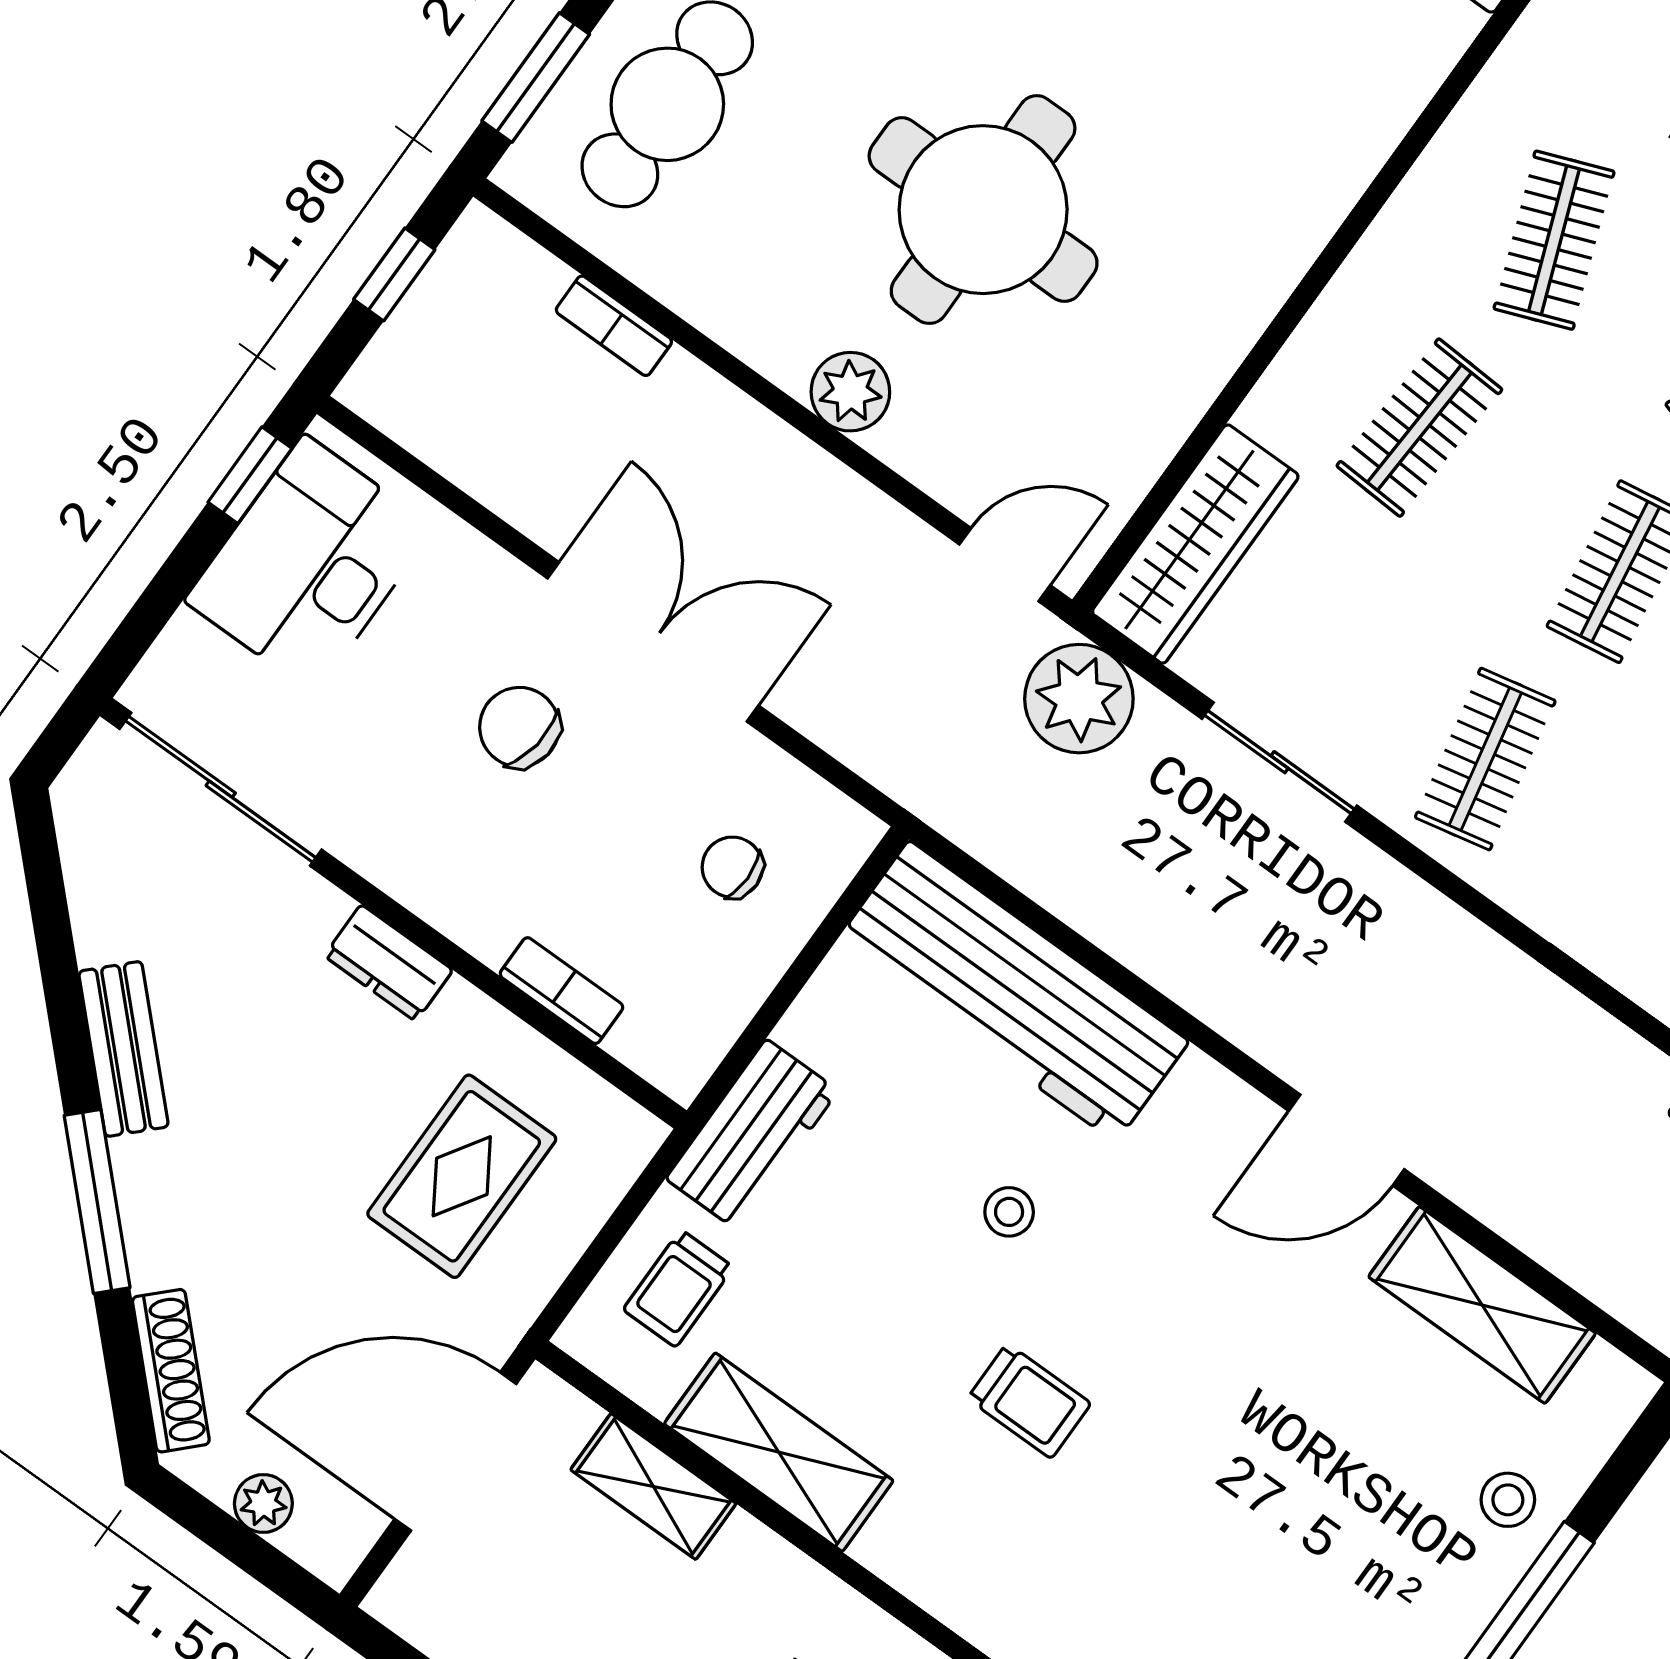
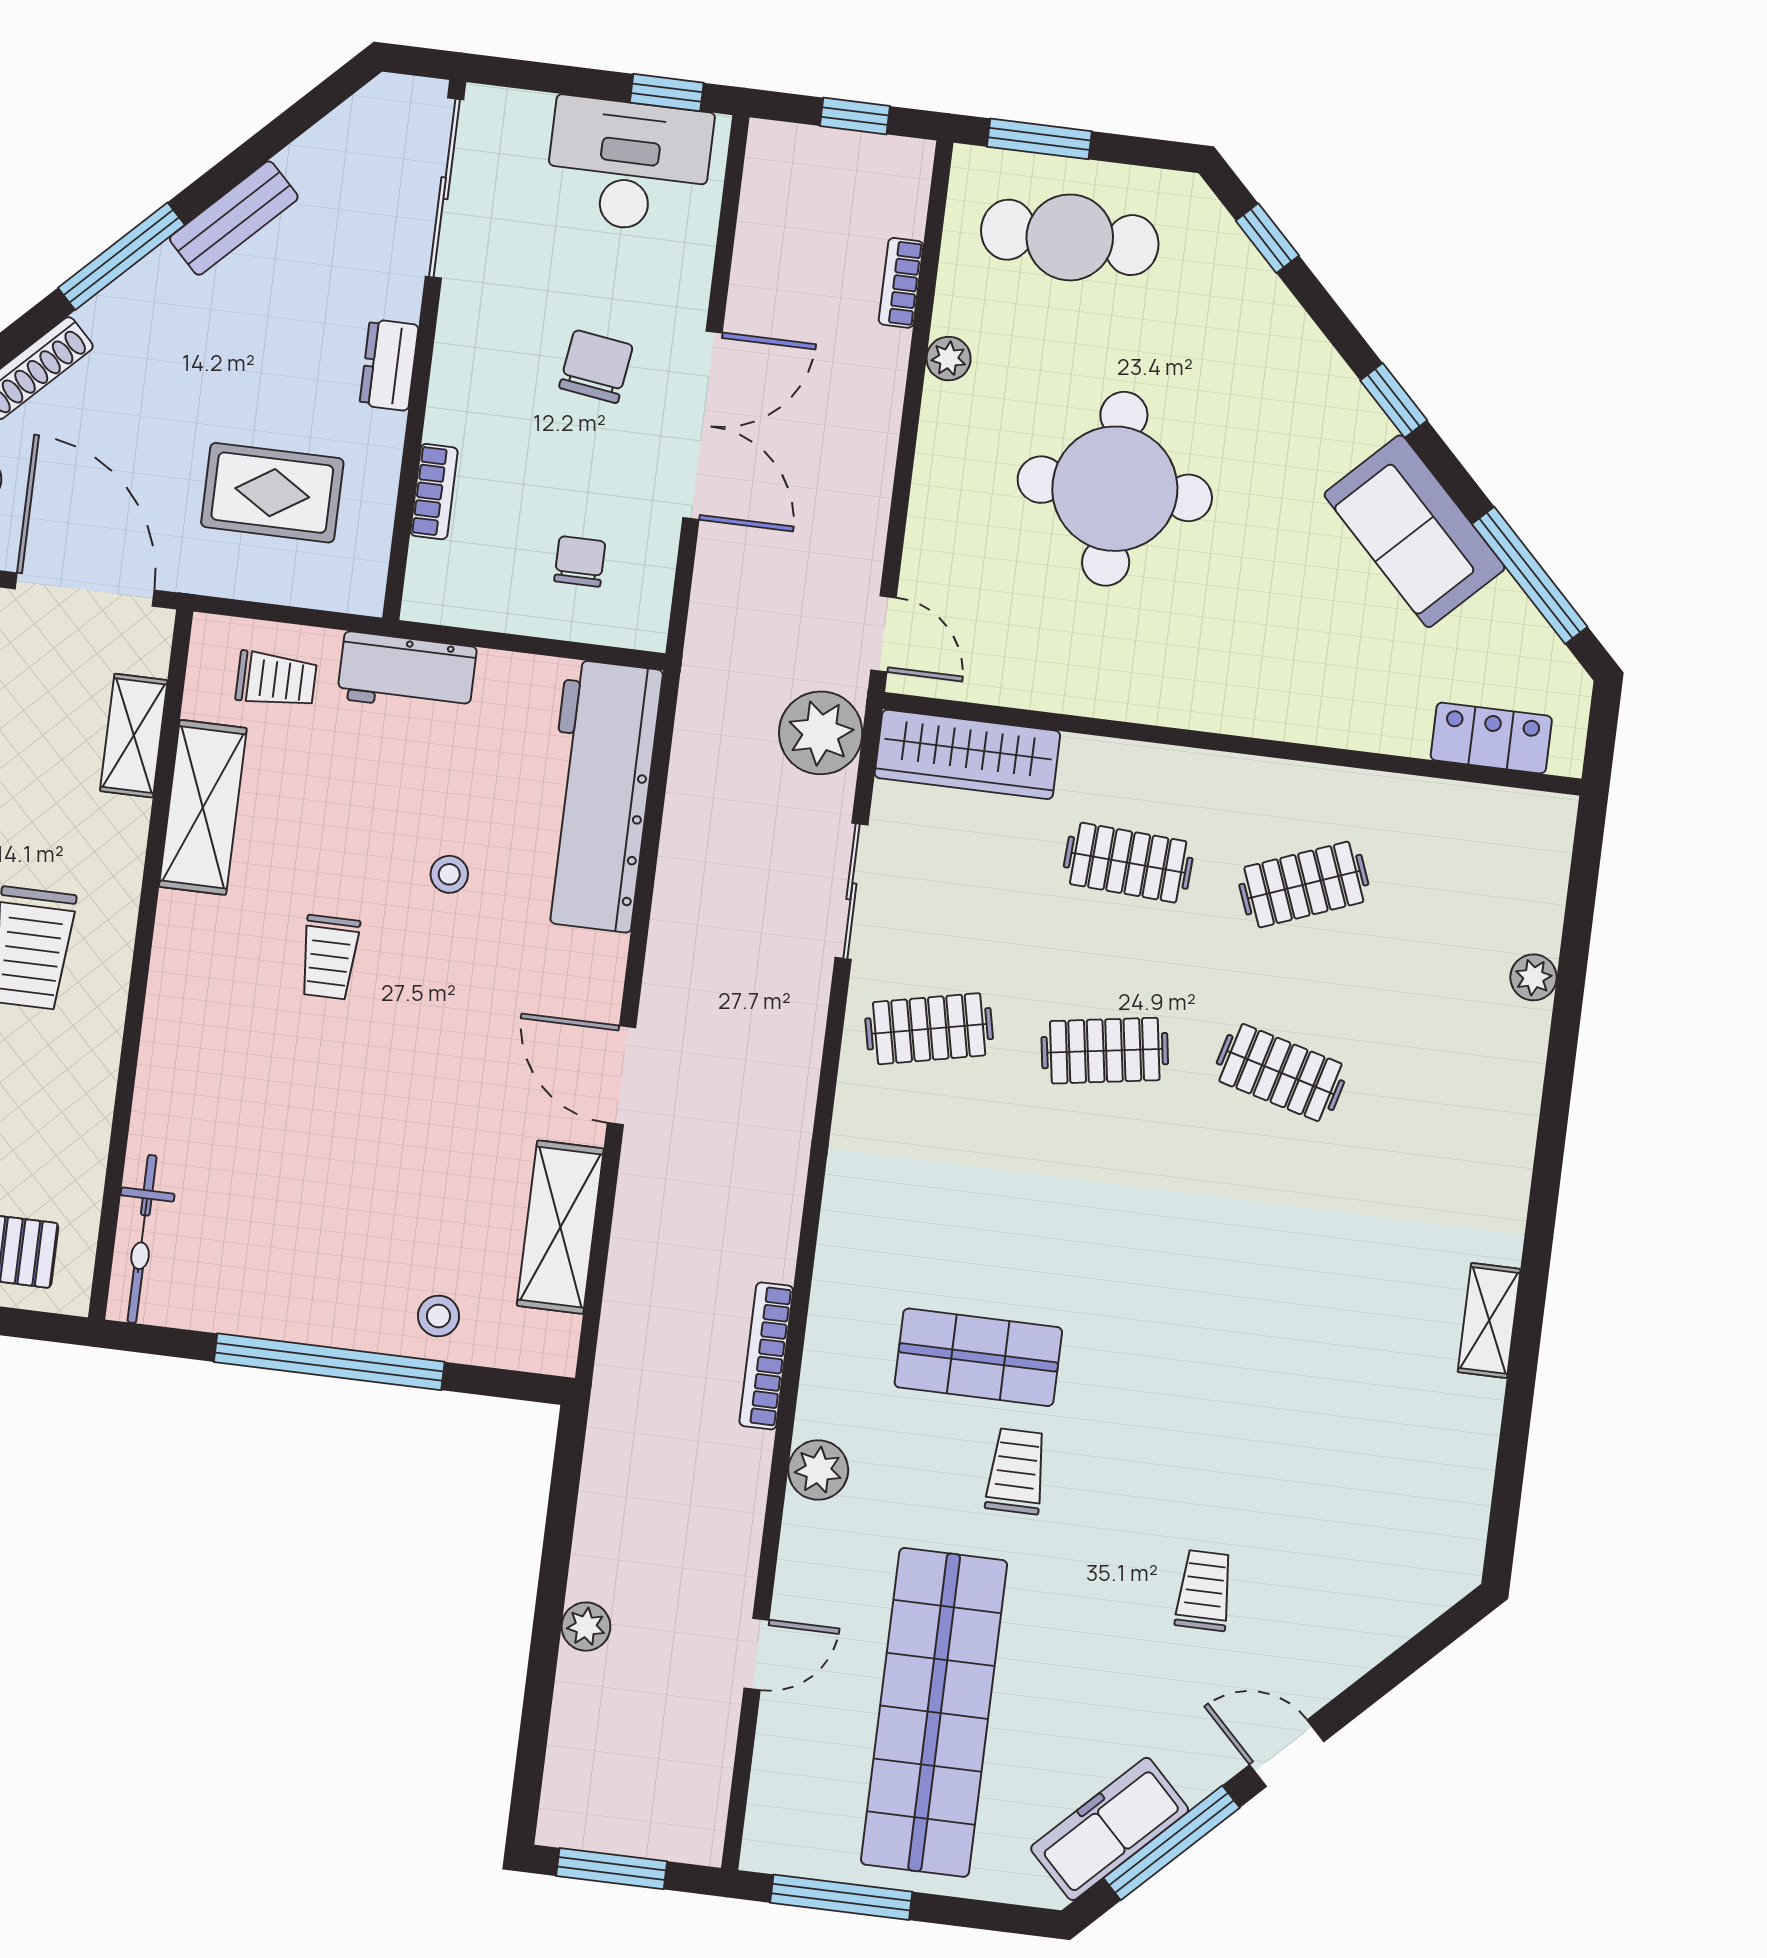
plant: (850, 392) -> (949, 359), moved, width x0.73, depth x0.73
trolley: (678, 1288) -> (276, 680), turned 180

